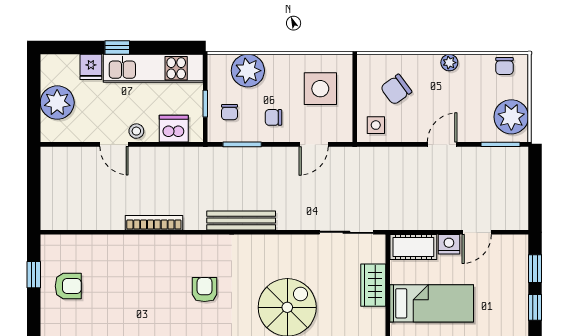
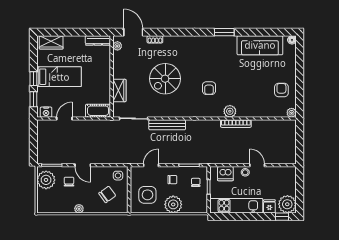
window: (117, 48) -> (282, 217), moved
chair: (505, 66) -> (69, 182), moved
plant: (248, 71) -> (173, 204), moved
plant: (57, 103) -> (287, 204), moved
door: (442, 144) -> (83, 165), hinge flipped
bench: (241, 220) -> (167, 125), moved
plant: (49, 243) -> (292, 113), added
nightstand: (449, 244) -> (46, 112), moved
plant: (165, 246) -> (230, 111), added
window: (34, 275) -> (300, 96), removed
armchair: (68, 286) -> (281, 90), turned 90
bed: (432, 303) -> (59, 77), moved, turned 180

